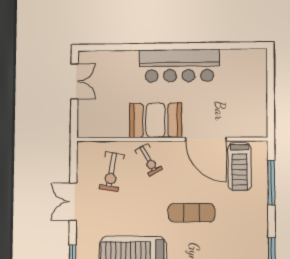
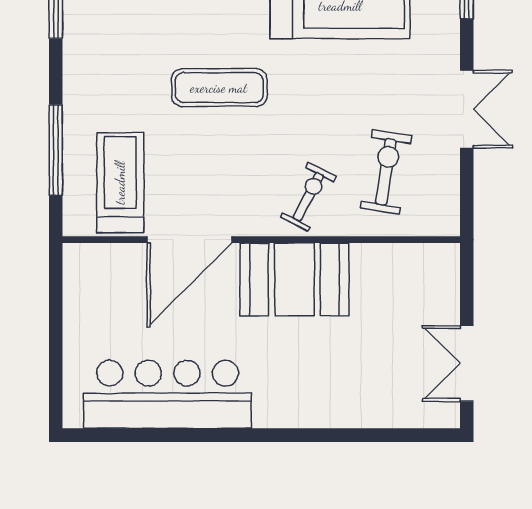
bar counter: (179, 66) -> (168, 394), moved
door: (206, 139) -> (189, 240), swing flipped
exercise bike: (149, 160) -> (308, 197), turned 56

